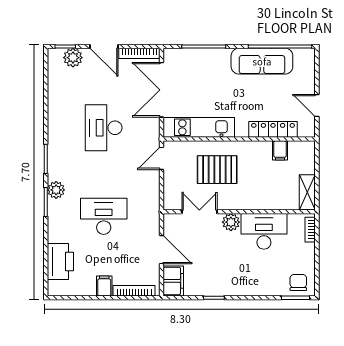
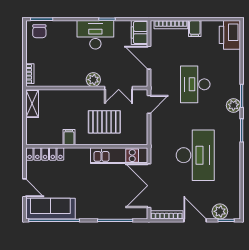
sofa: (262, 61) -> (50, 209), moved
double door: (162, 90) -> (149, 186), swing flipped
door: (317, 106) -> (24, 188), moved
desk: (104, 128) -> (195, 155), width x1.36, depth x1.30
locker: (273, 129) -> (45, 154), moved
filing cabinet: (280, 150) -> (69, 137), moved
door: (162, 158) -> (149, 104), moved
desk: (104, 216) -> (195, 84), turned 90
desk: (264, 231) -> (95, 35), moved, turned 180
printer: (60, 261) -> (230, 35), moved

